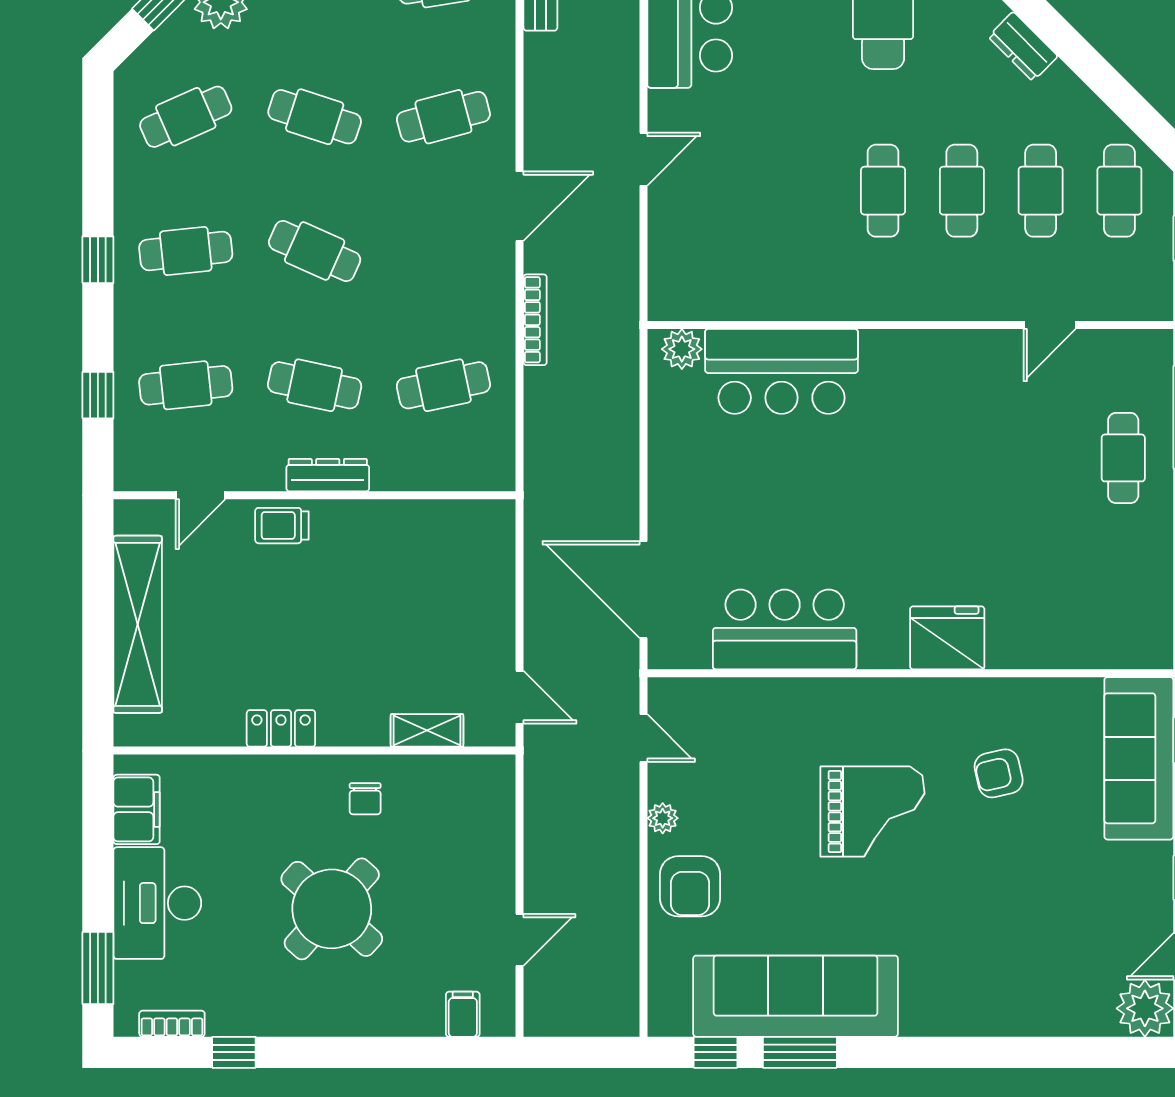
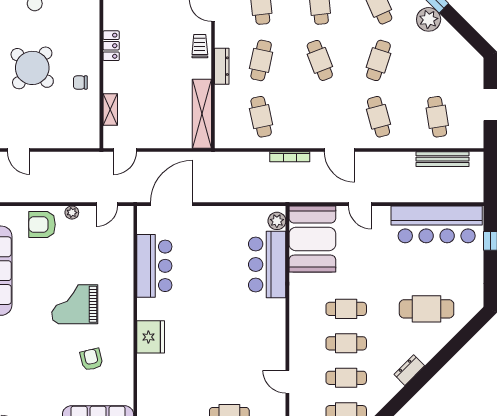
cafe table: (315, 251) -> (320, 60), turned -45
booth: (723, 268) -> (312, 239), added
shelving: (437, 521) -> (202, 114), added
grand piano: (872, 812) -> (75, 304), turned 90

